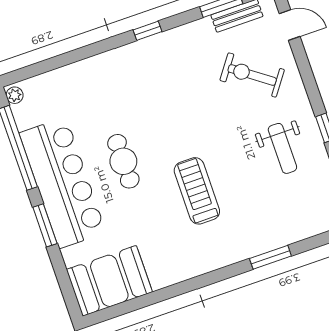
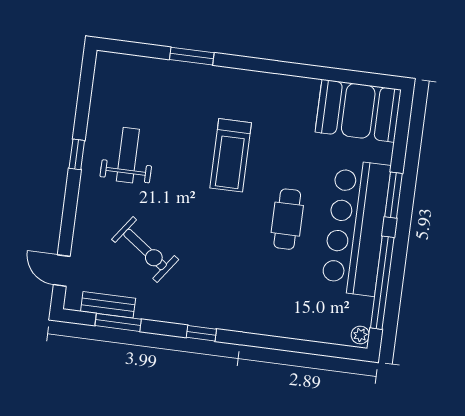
exercise bike: (252, 75) -> (145, 249), moved

